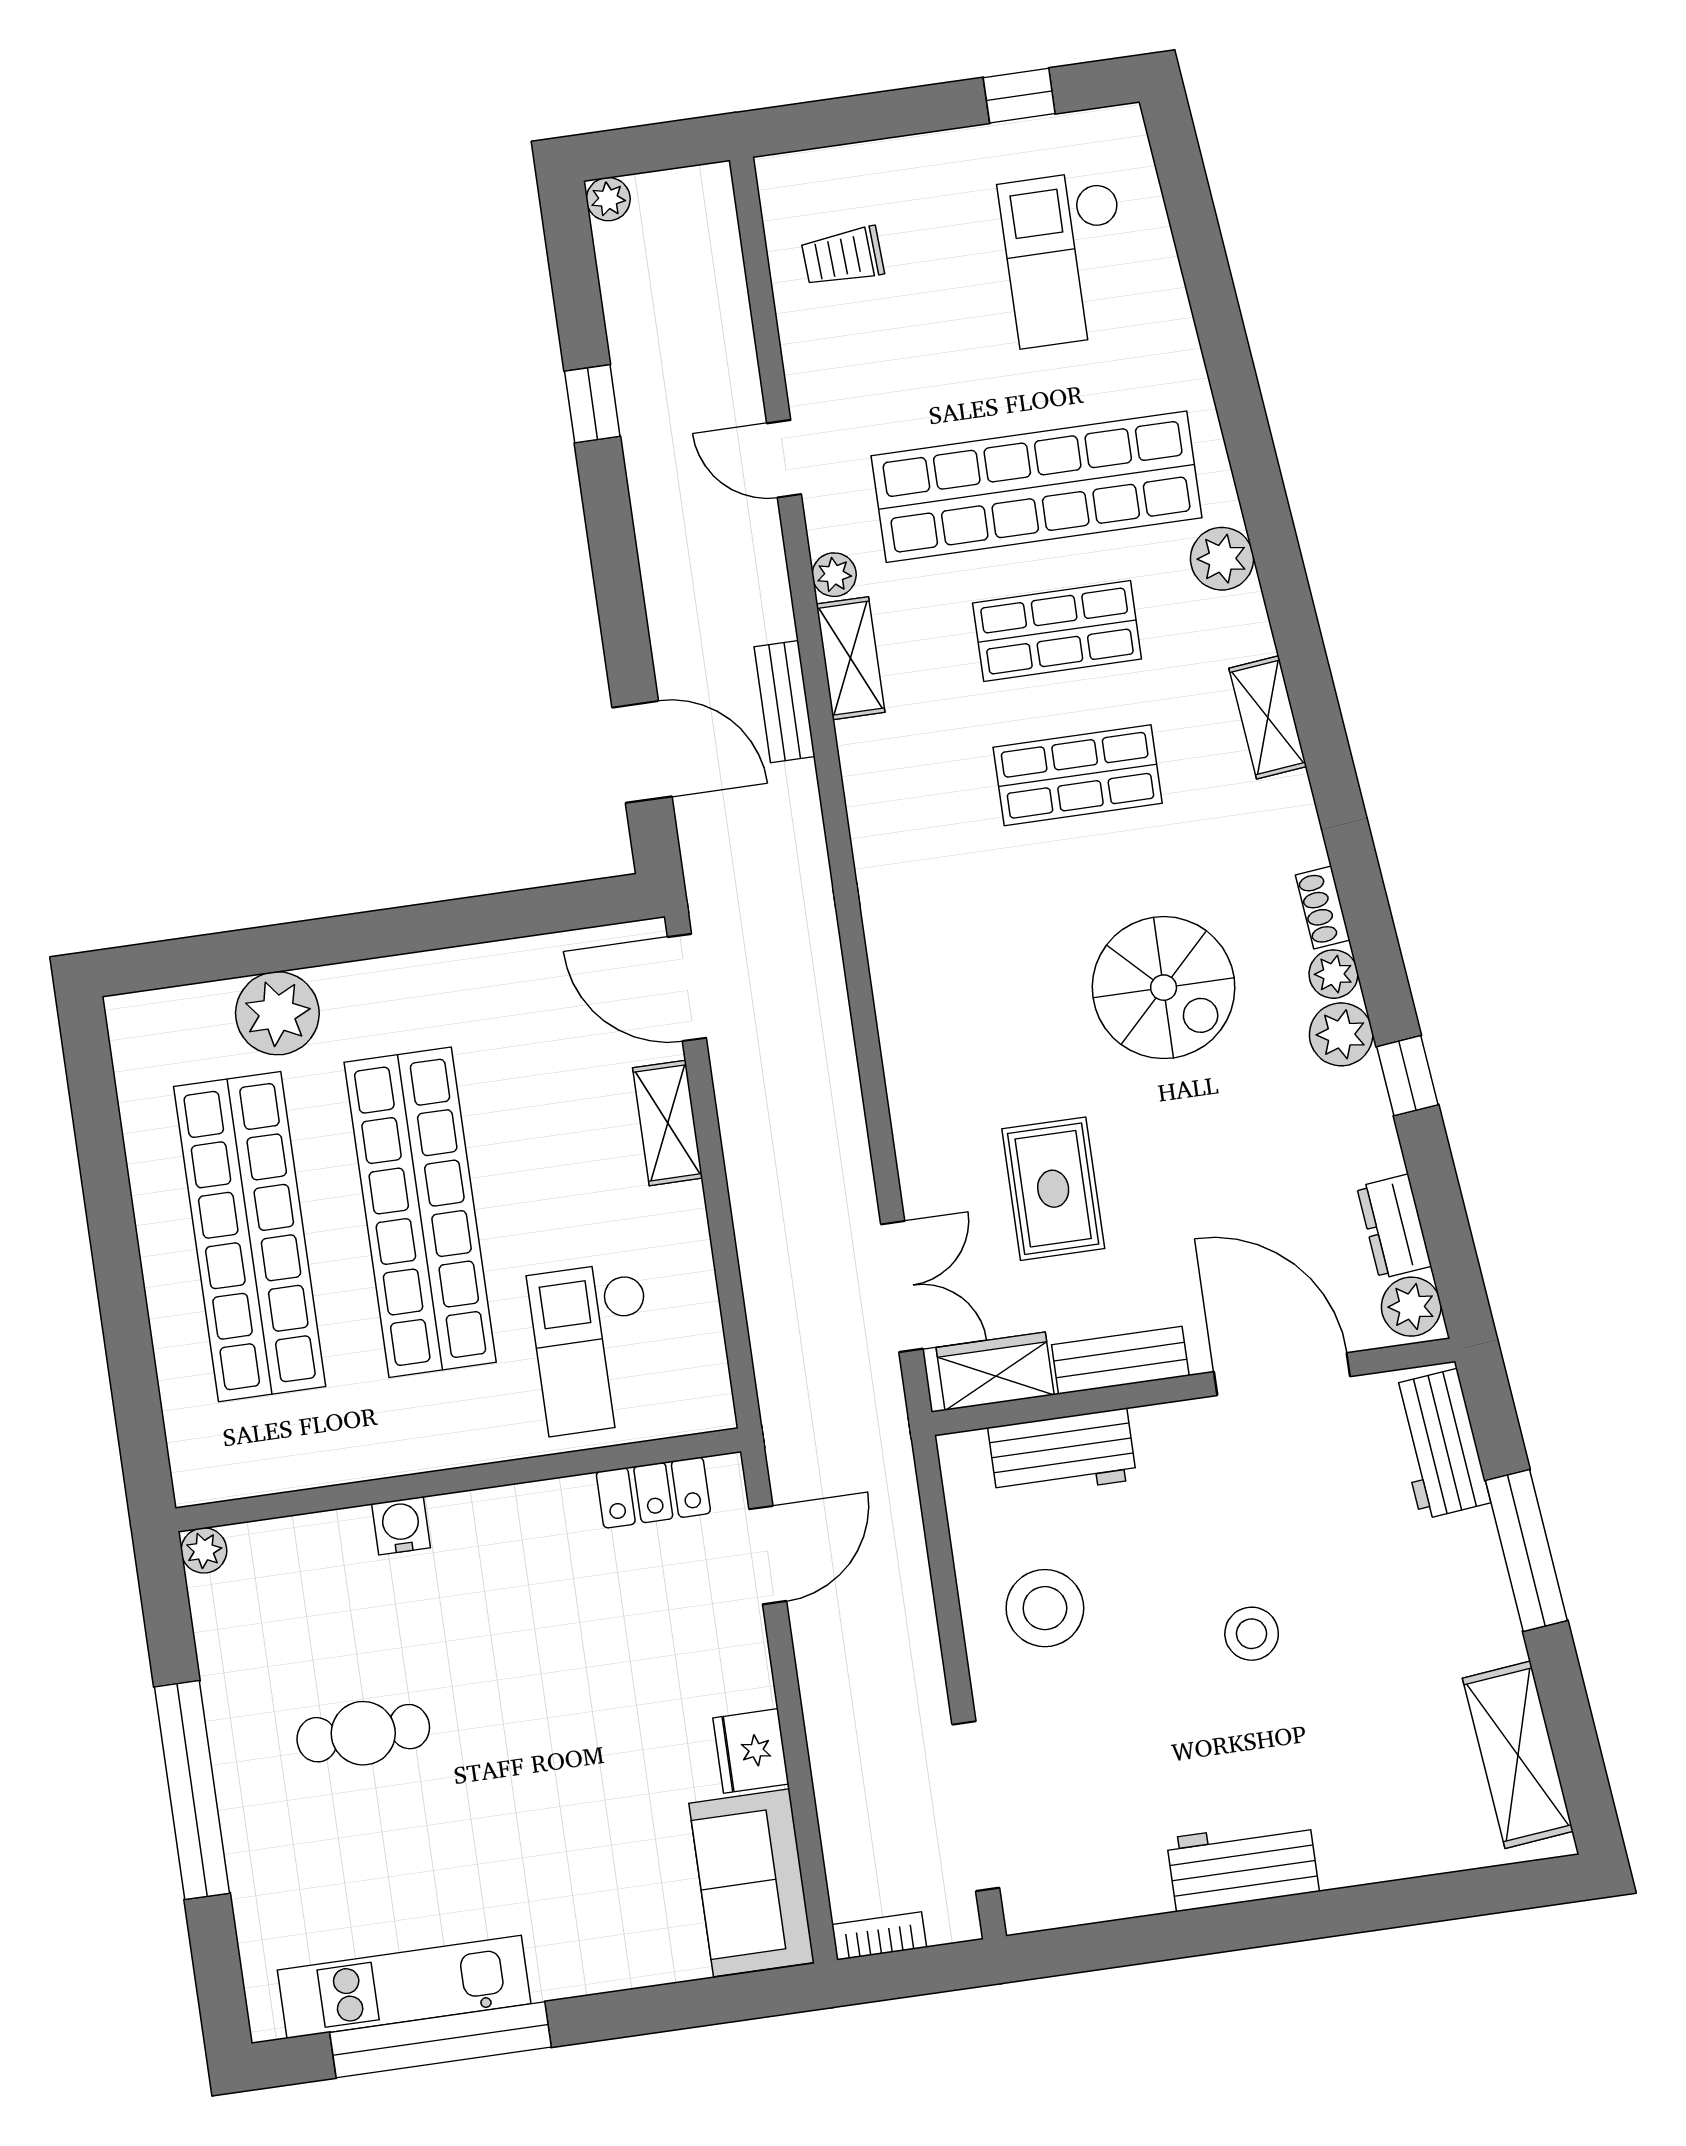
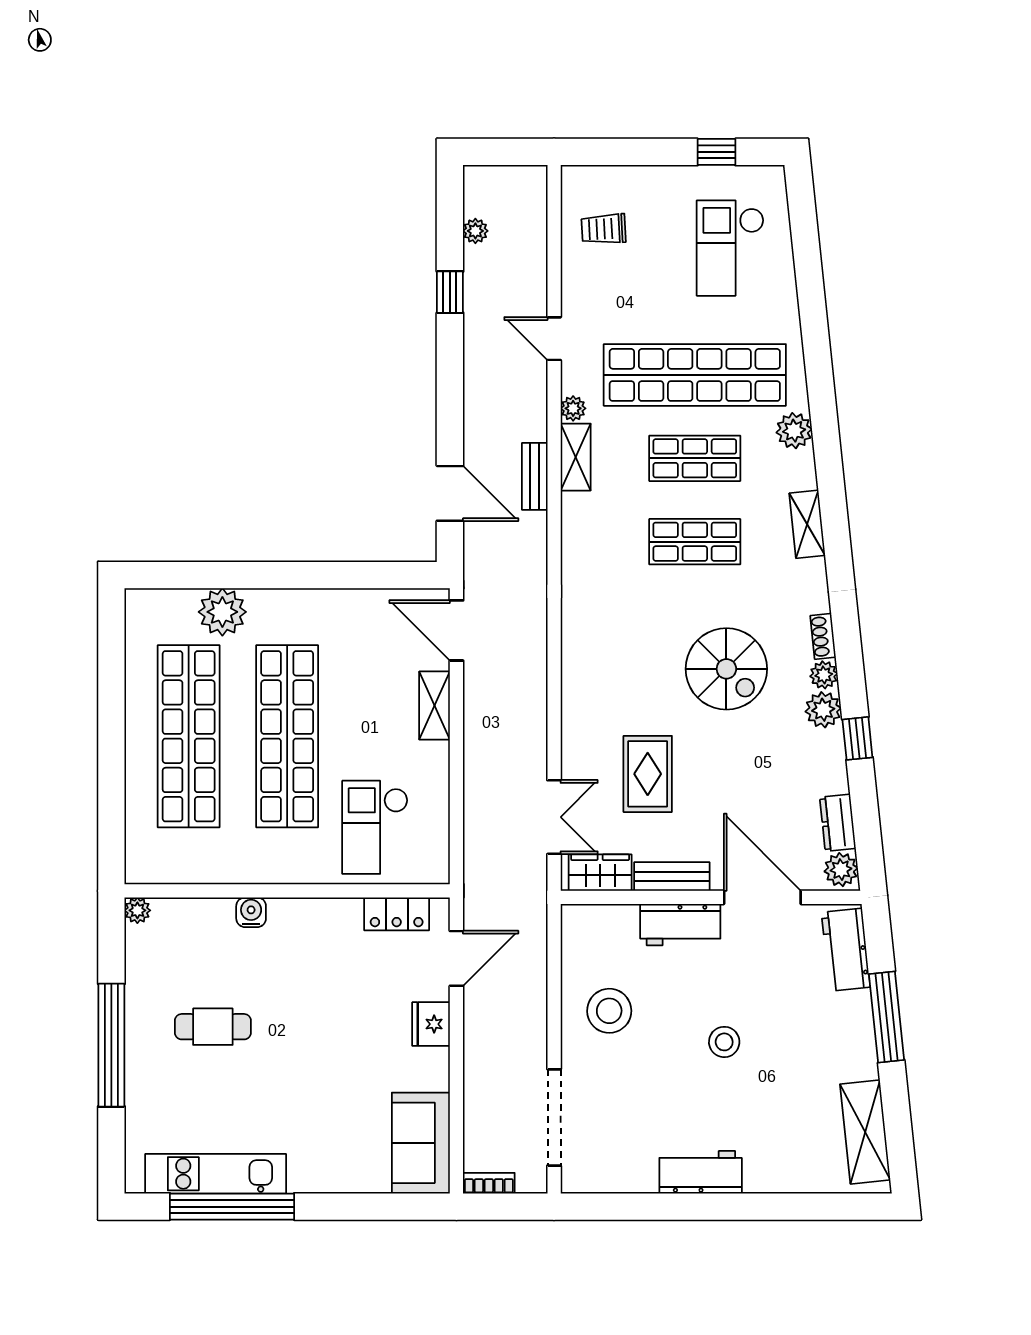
plant: (608, 199) -> (475, 231), moved
workbench: (1062, 1453) -> (680, 925), moved
fridge: (751, 1751) -> (431, 1024), moved

